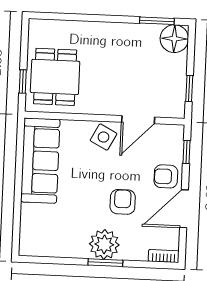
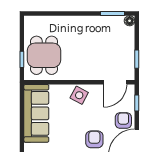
floor lamp: (174, 39) -> (130, 21), width x0.53, depth x0.53
door: (138, 120) -> (115, 82), moved
armchair: (166, 176) -> (123, 120), turned 90

